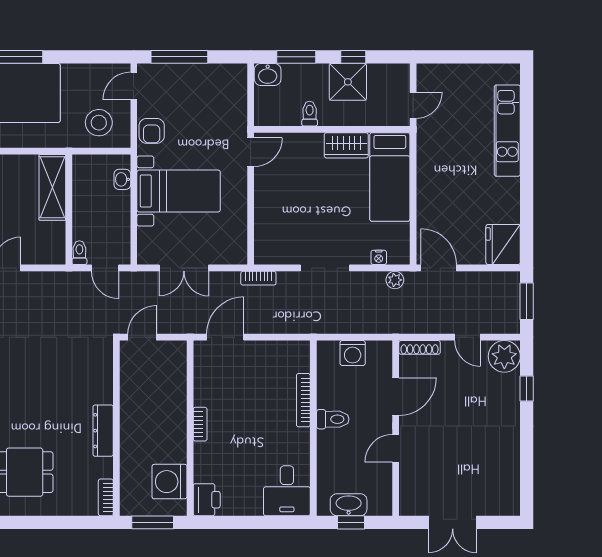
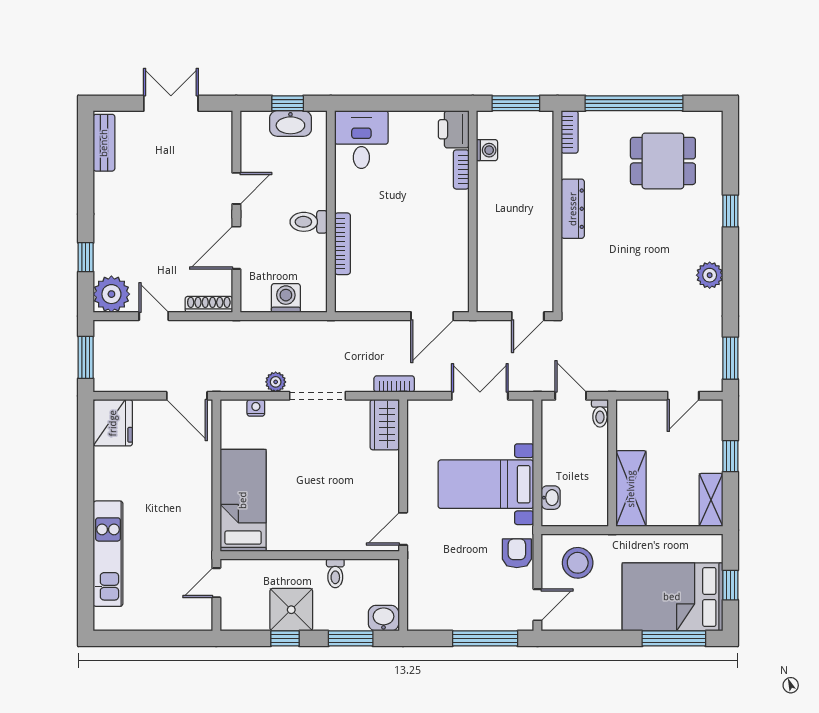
wardrobe: (346, 145) -> (385, 425), moved, turned -90
plant: (395, 280) -> (276, 382), moved
bookcase: (200, 424) -> (461, 169), moved
washing machine: (169, 482) -> (487, 150), width x0.53, depth x0.53
bench: (511, 488) -> (104, 143), added
window: (50, 522) -> (634, 103), added

